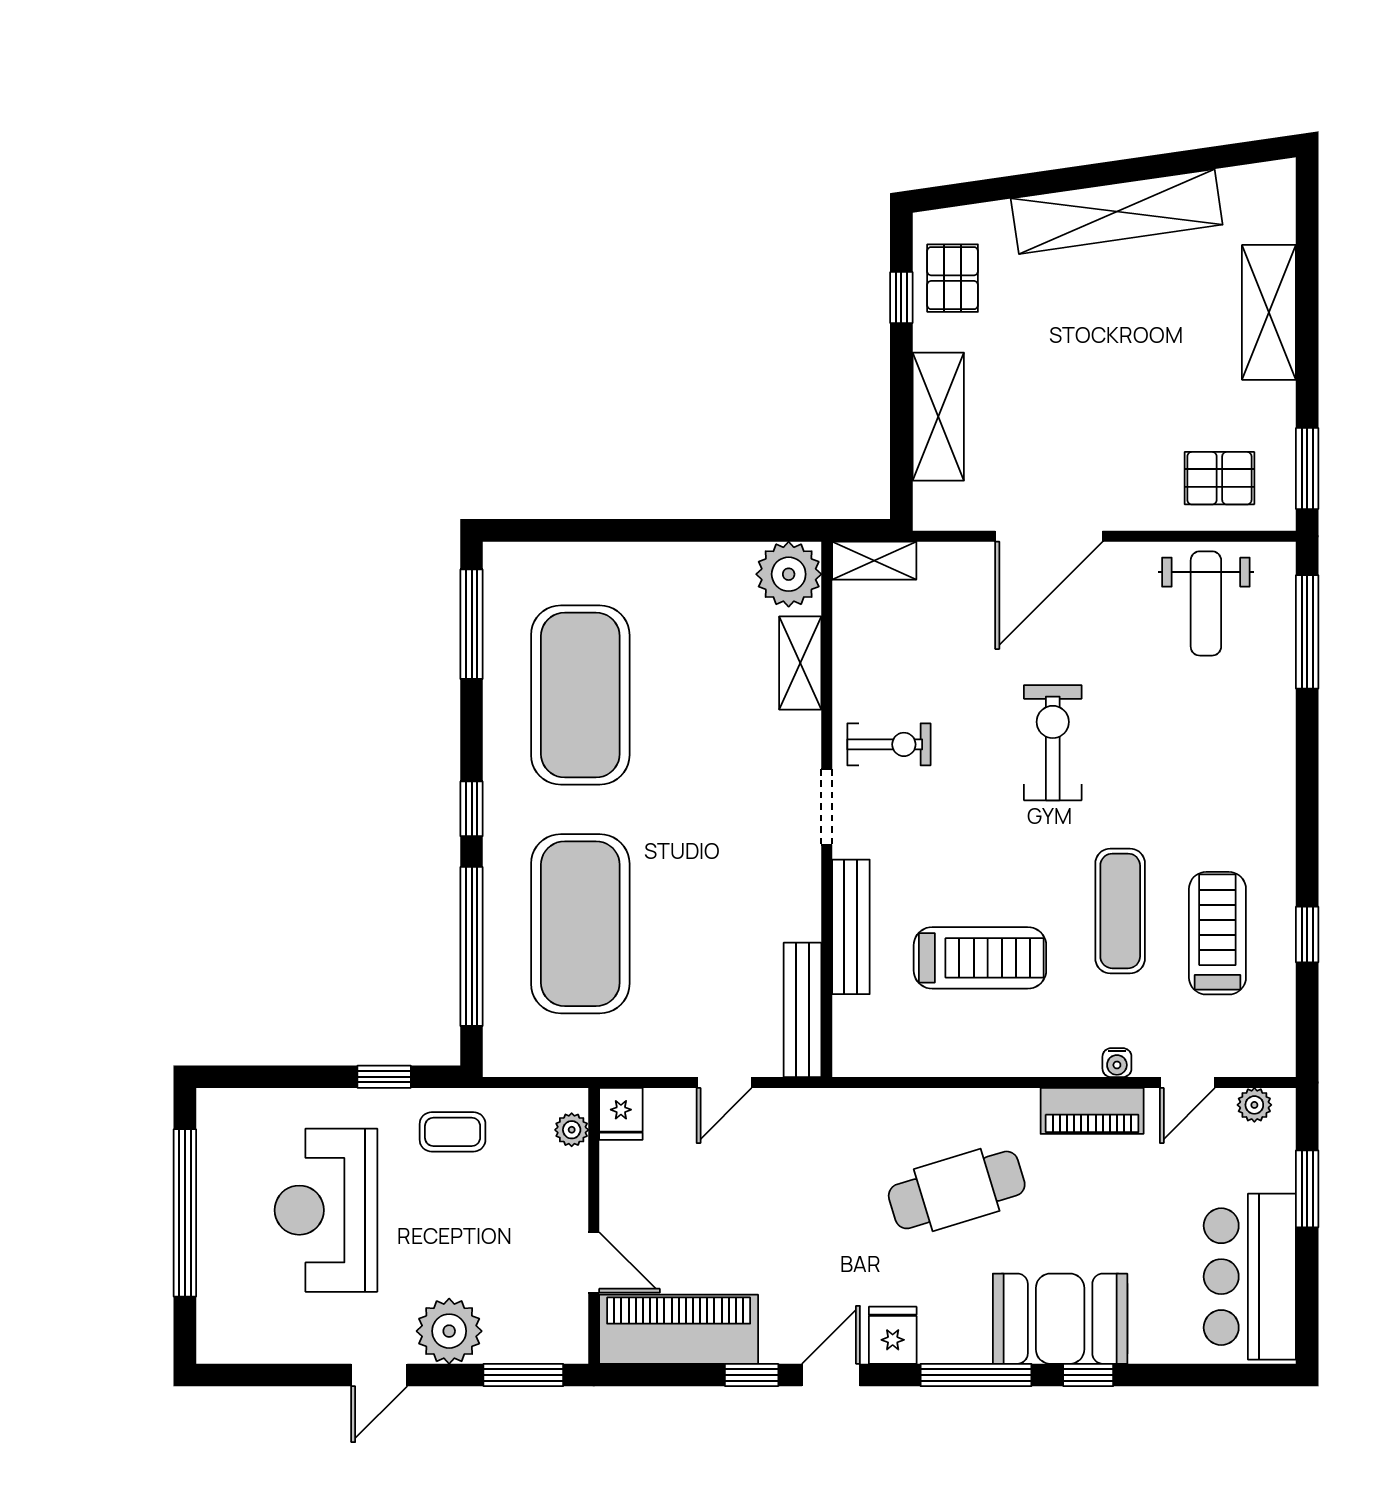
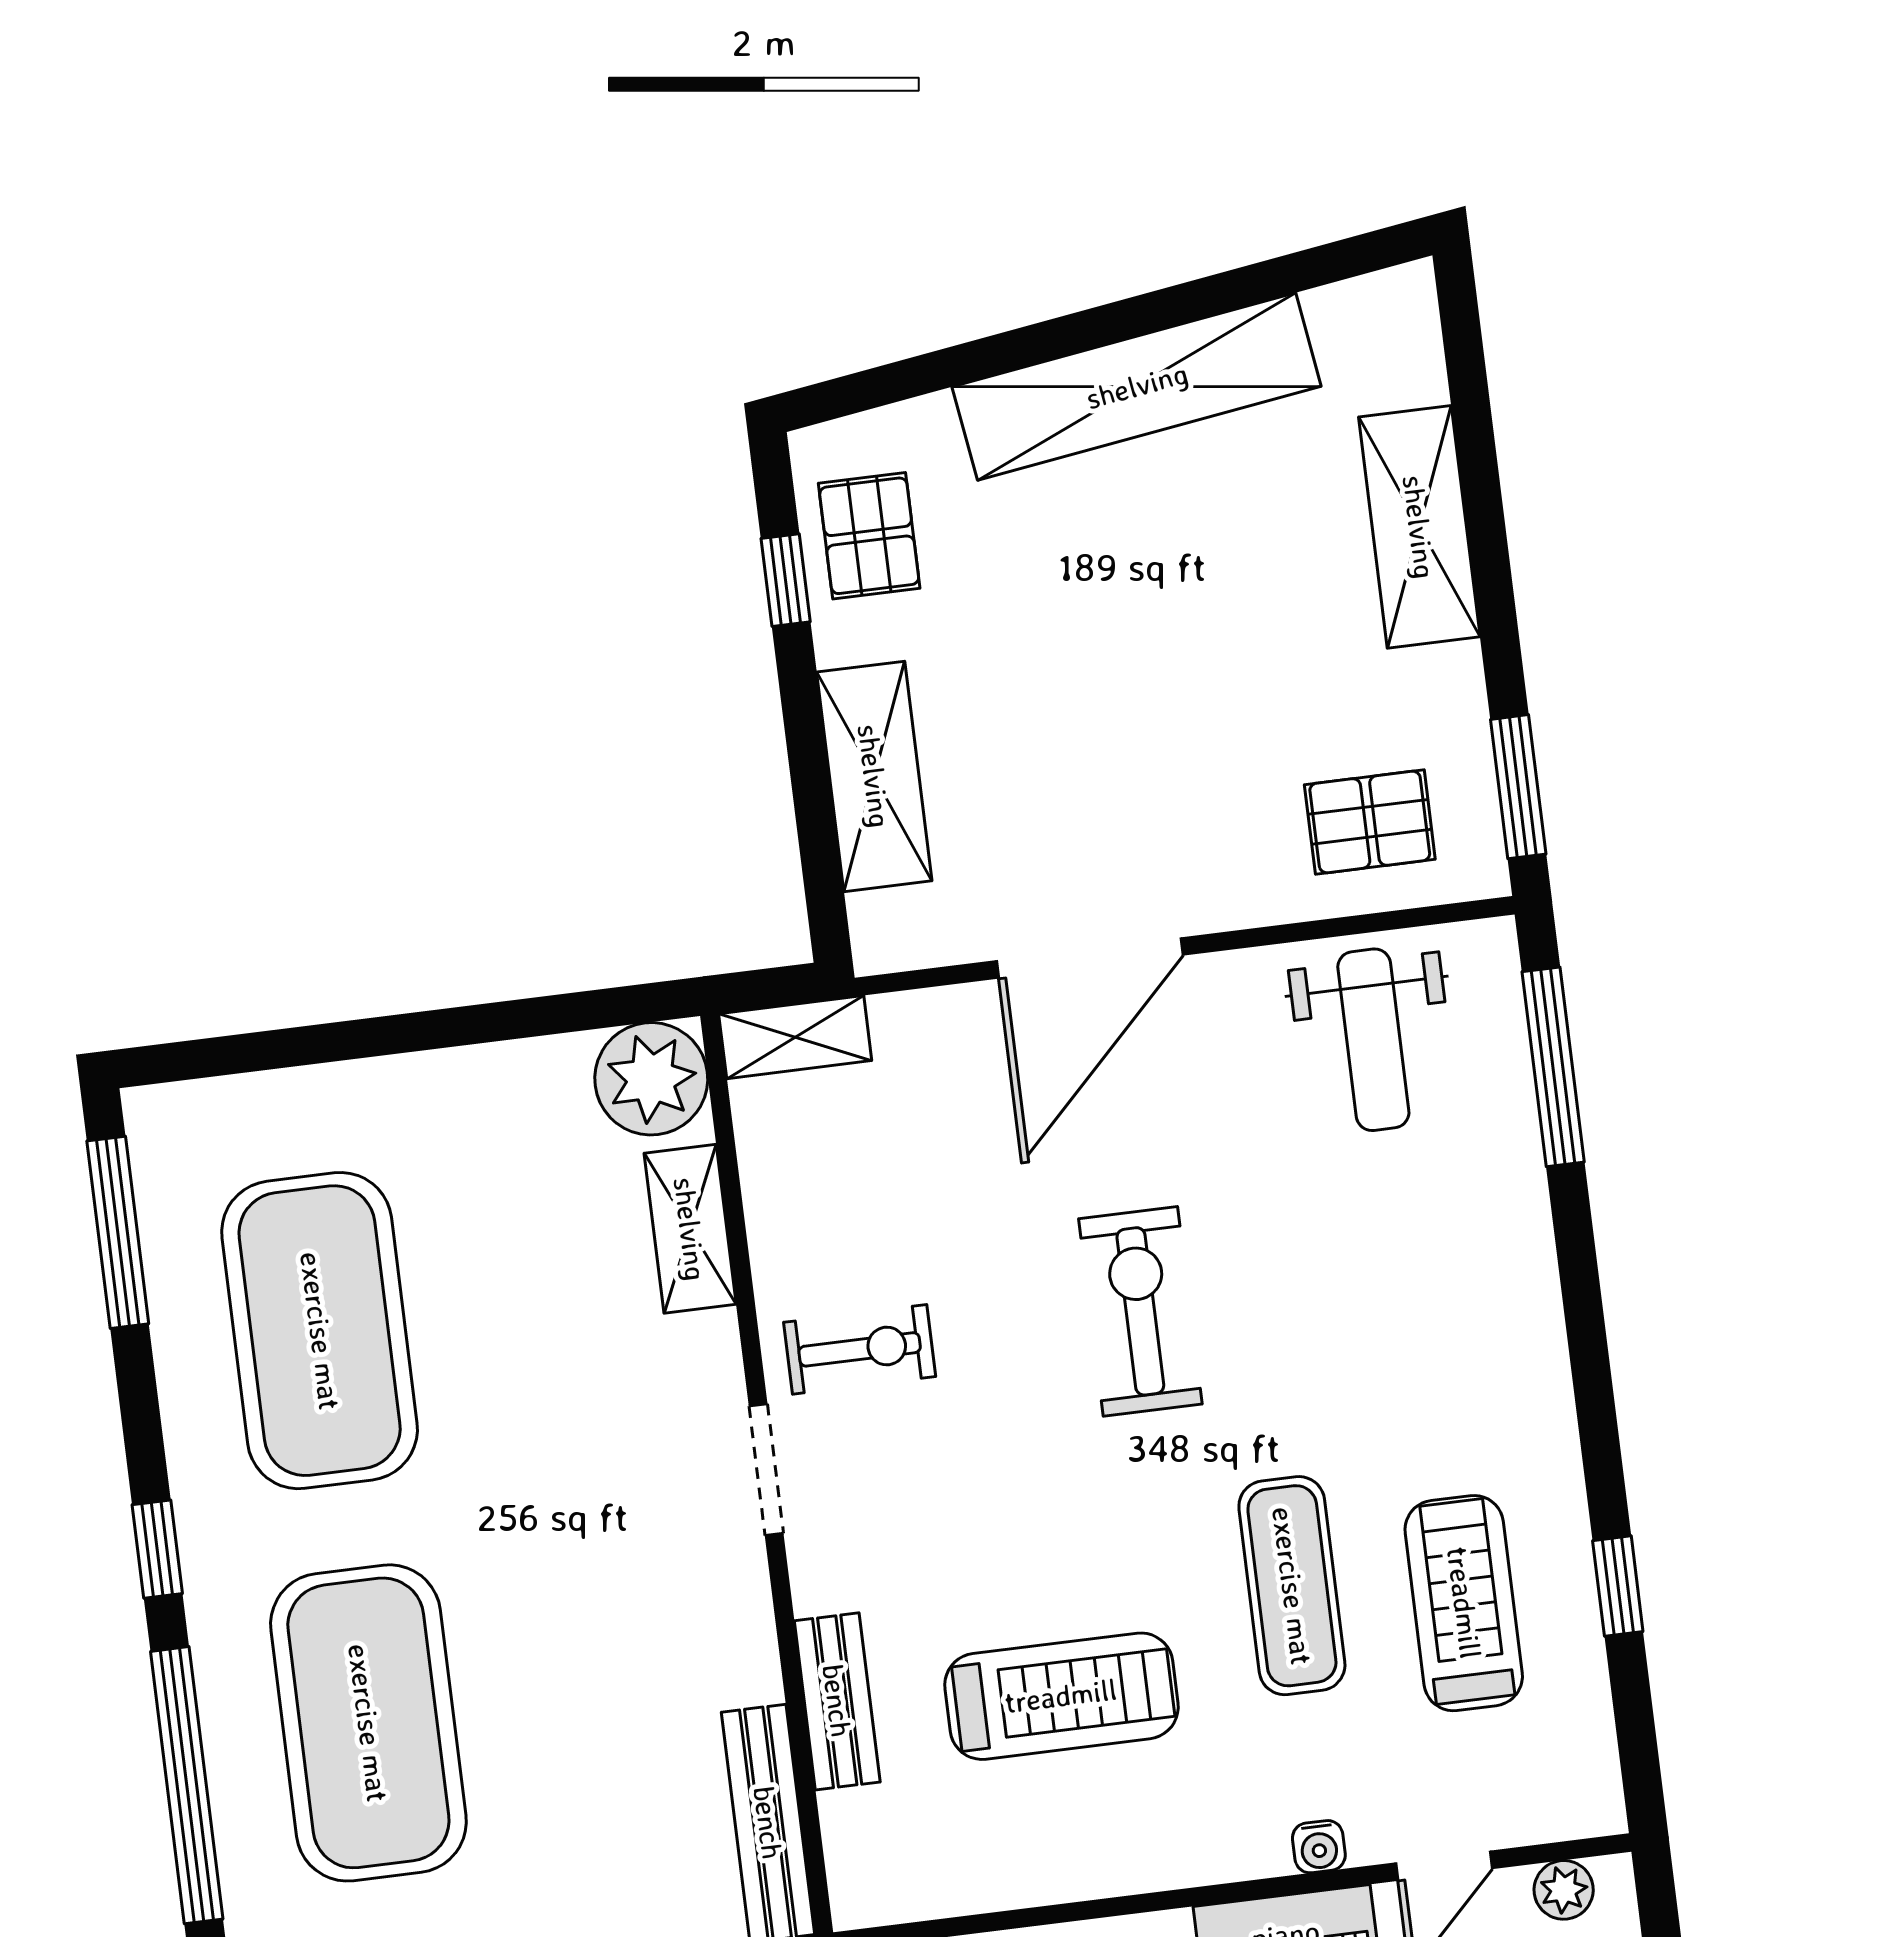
bench: (851, 927) -> (837, 1701), width x0.73

